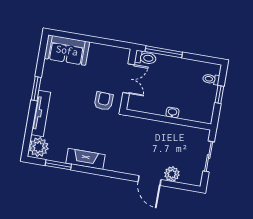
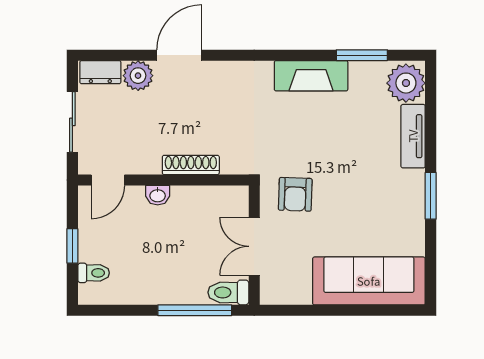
sofa: (67, 50) -> (369, 281), width x1.36
tv unit: (41, 113) -> (413, 136), width x0.71
door: (196, 124) -> (108, 180), added
shoe rack: (153, 125) -> (191, 165), added
dresser: (190, 179) -> (100, 72), added
door: (150, 181) -> (179, 55), hinge flipped

